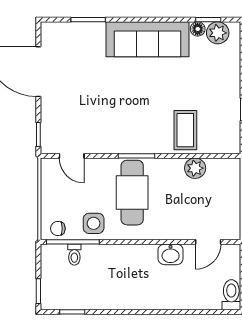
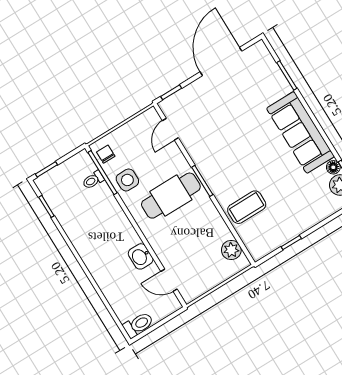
plant: (195, 168) -> (231, 250), moved

